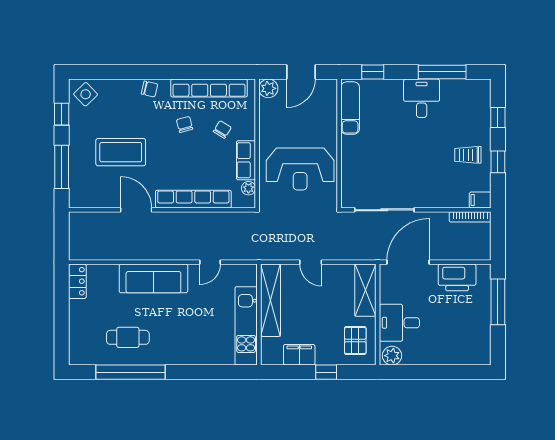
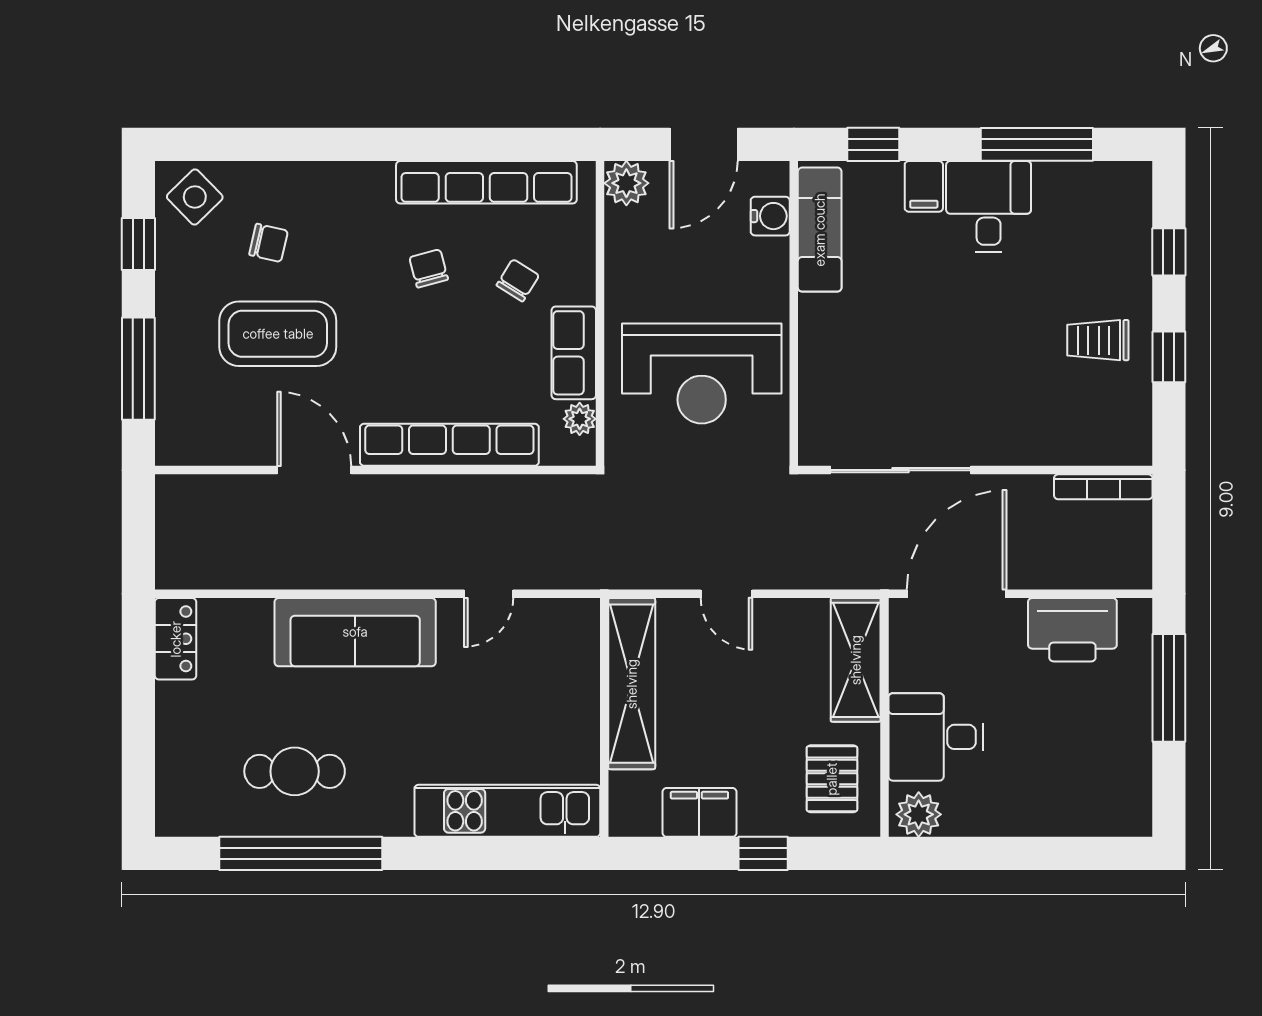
chair: (149, 89) -> (269, 243), moved
water cooler: (329, 102) -> (770, 216), added
filing cabinet: (480, 200) -> (924, 186), moved, turned -90
kitchen unit: (246, 326) -> (507, 811), moved, turned 90

